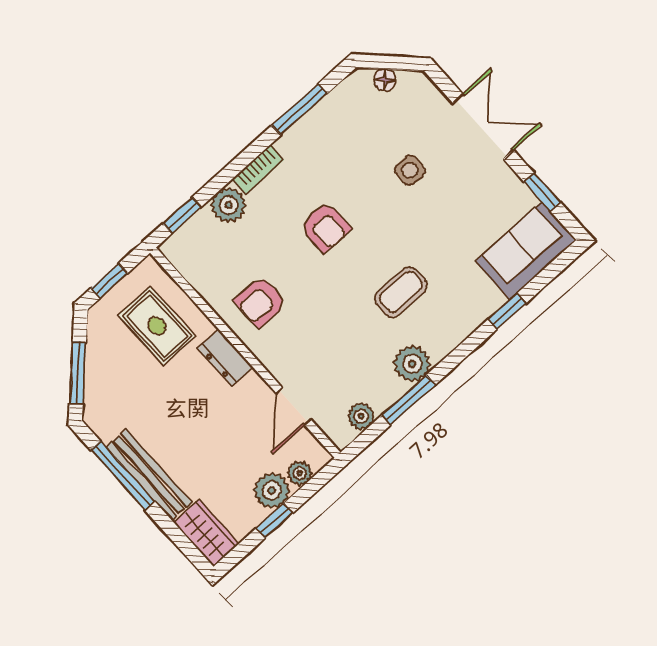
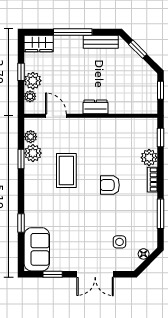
side table: (410, 170) -> (119, 242), moved
coffee table: (401, 292) -> (66, 171), moved, width x1.36, depth x1.30
armchair: (261, 302) -> (104, 138), removed
rug: (157, 326) -> (129, 93), removed
plant: (412, 364) -> (33, 153), moved
window: (78, 373) -> (138, 49), width x0.67
window: (408, 400) -> (21, 159), width x0.67
window: (122, 475) -> (73, 32), moved
bench: (149, 475) -> (101, 42), moved, width x0.73

